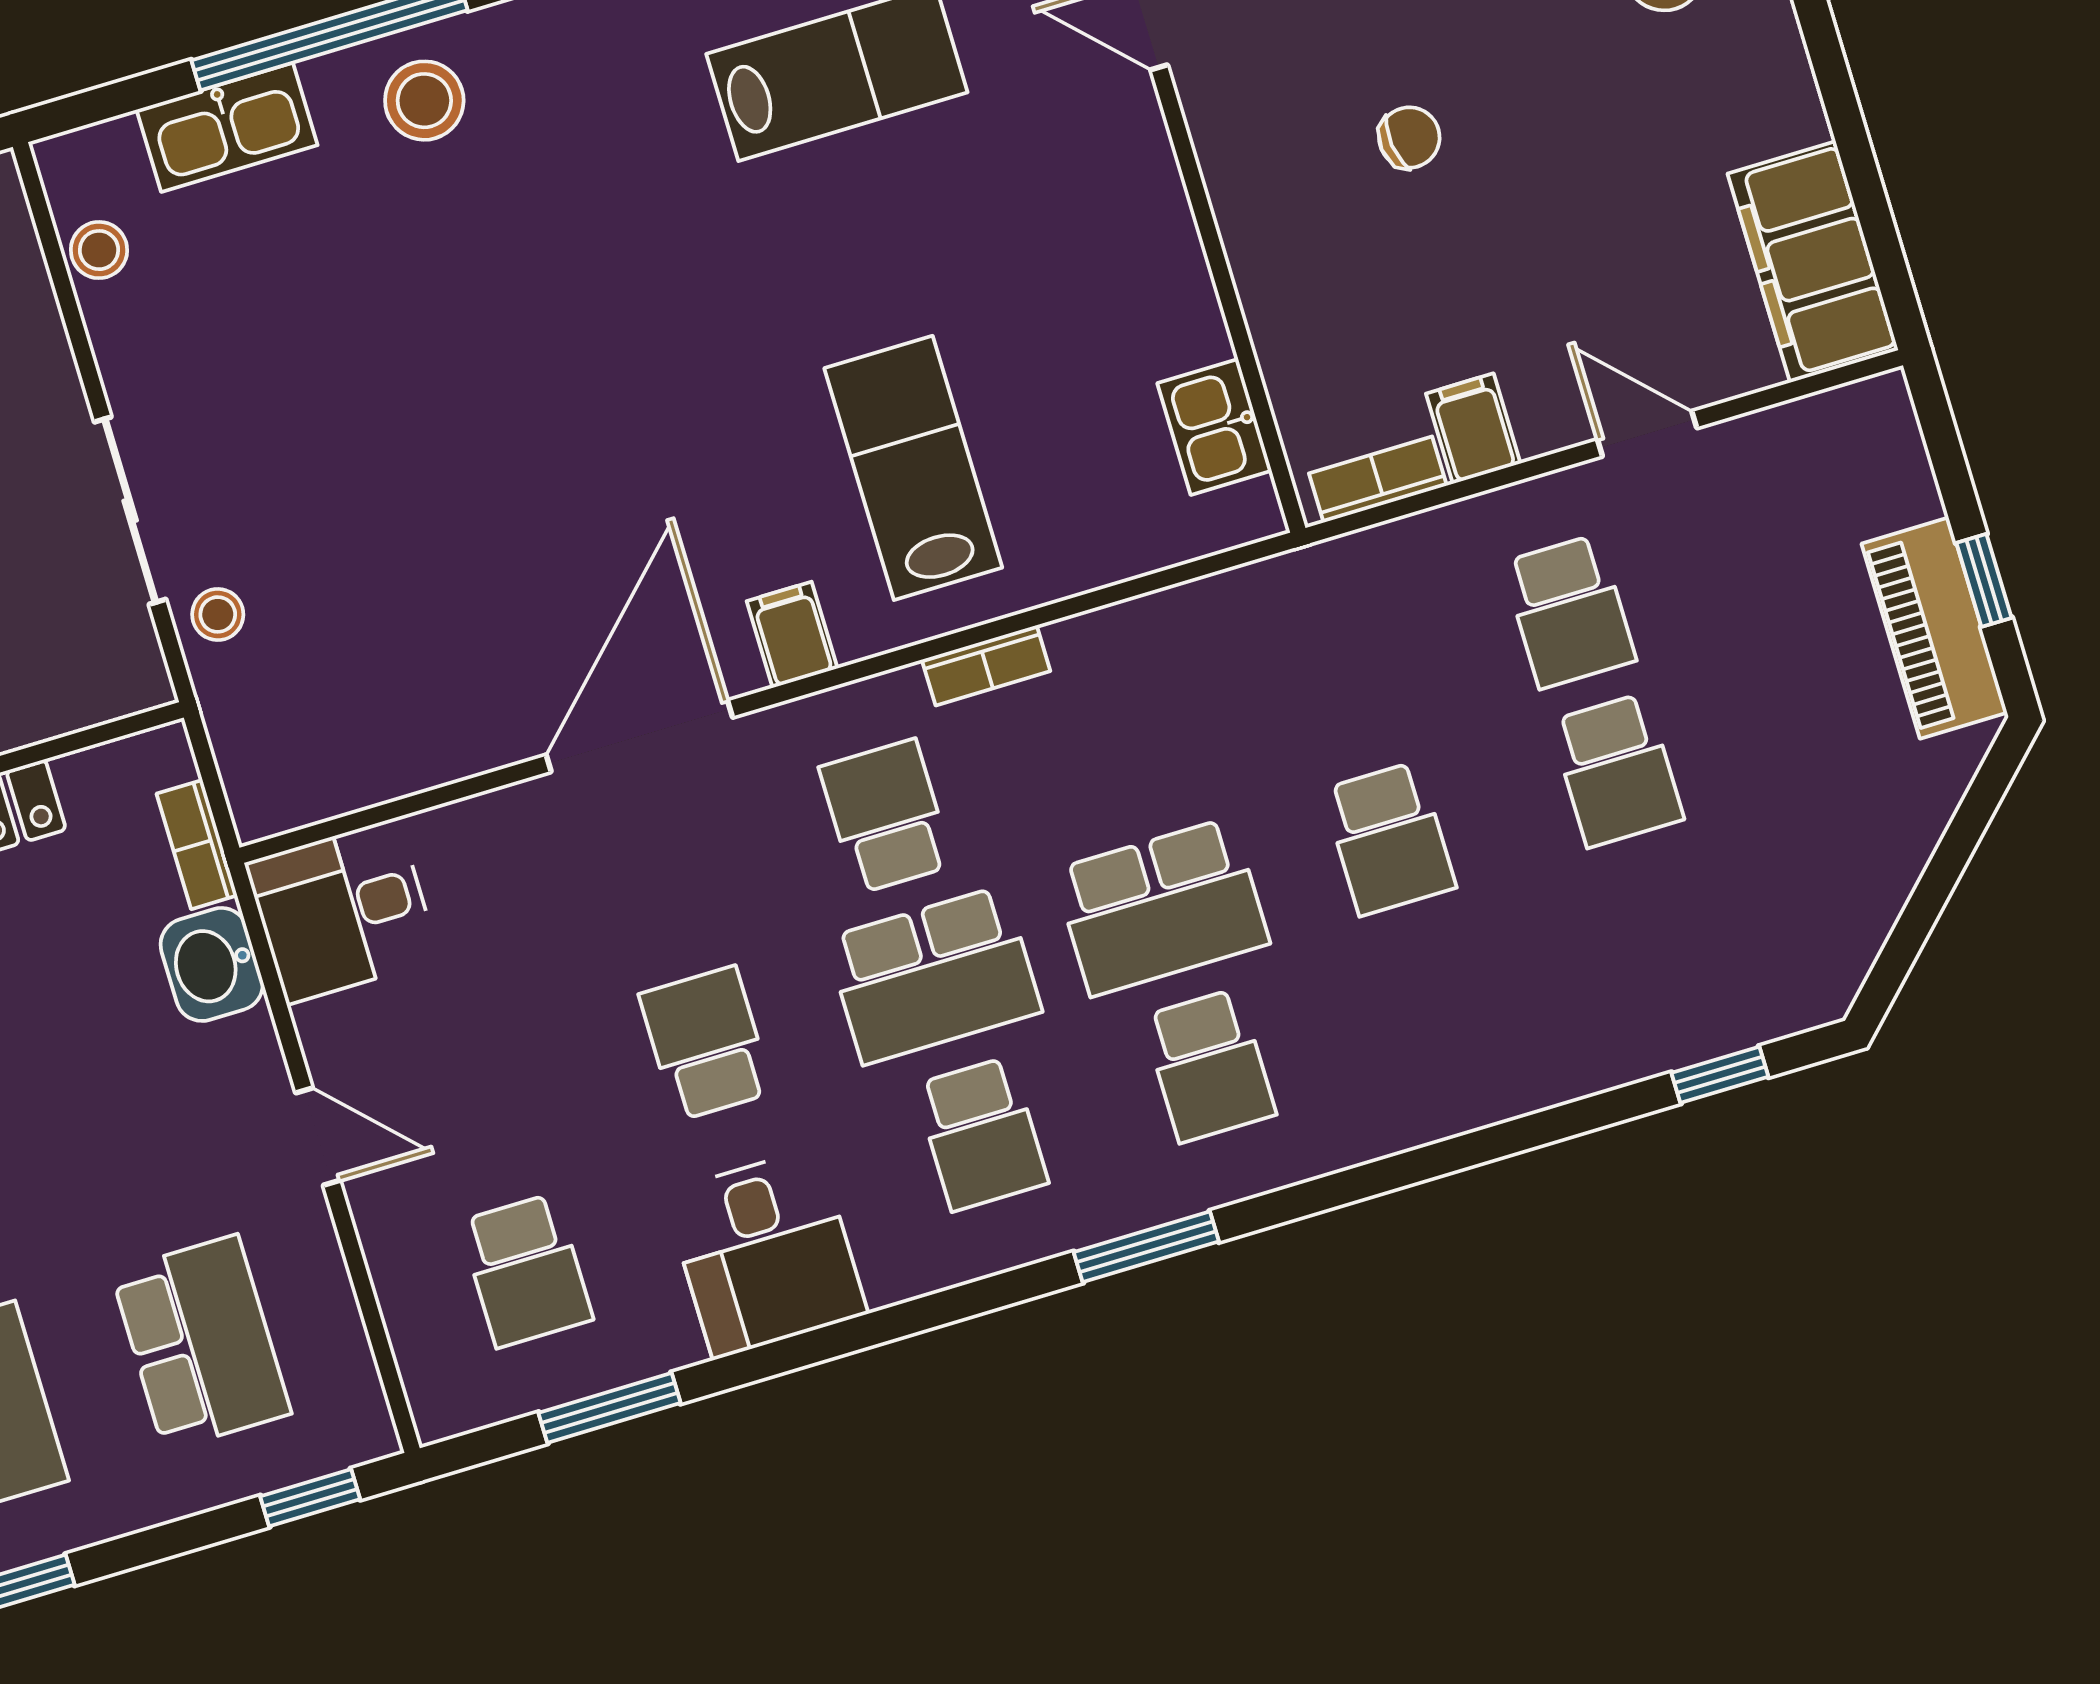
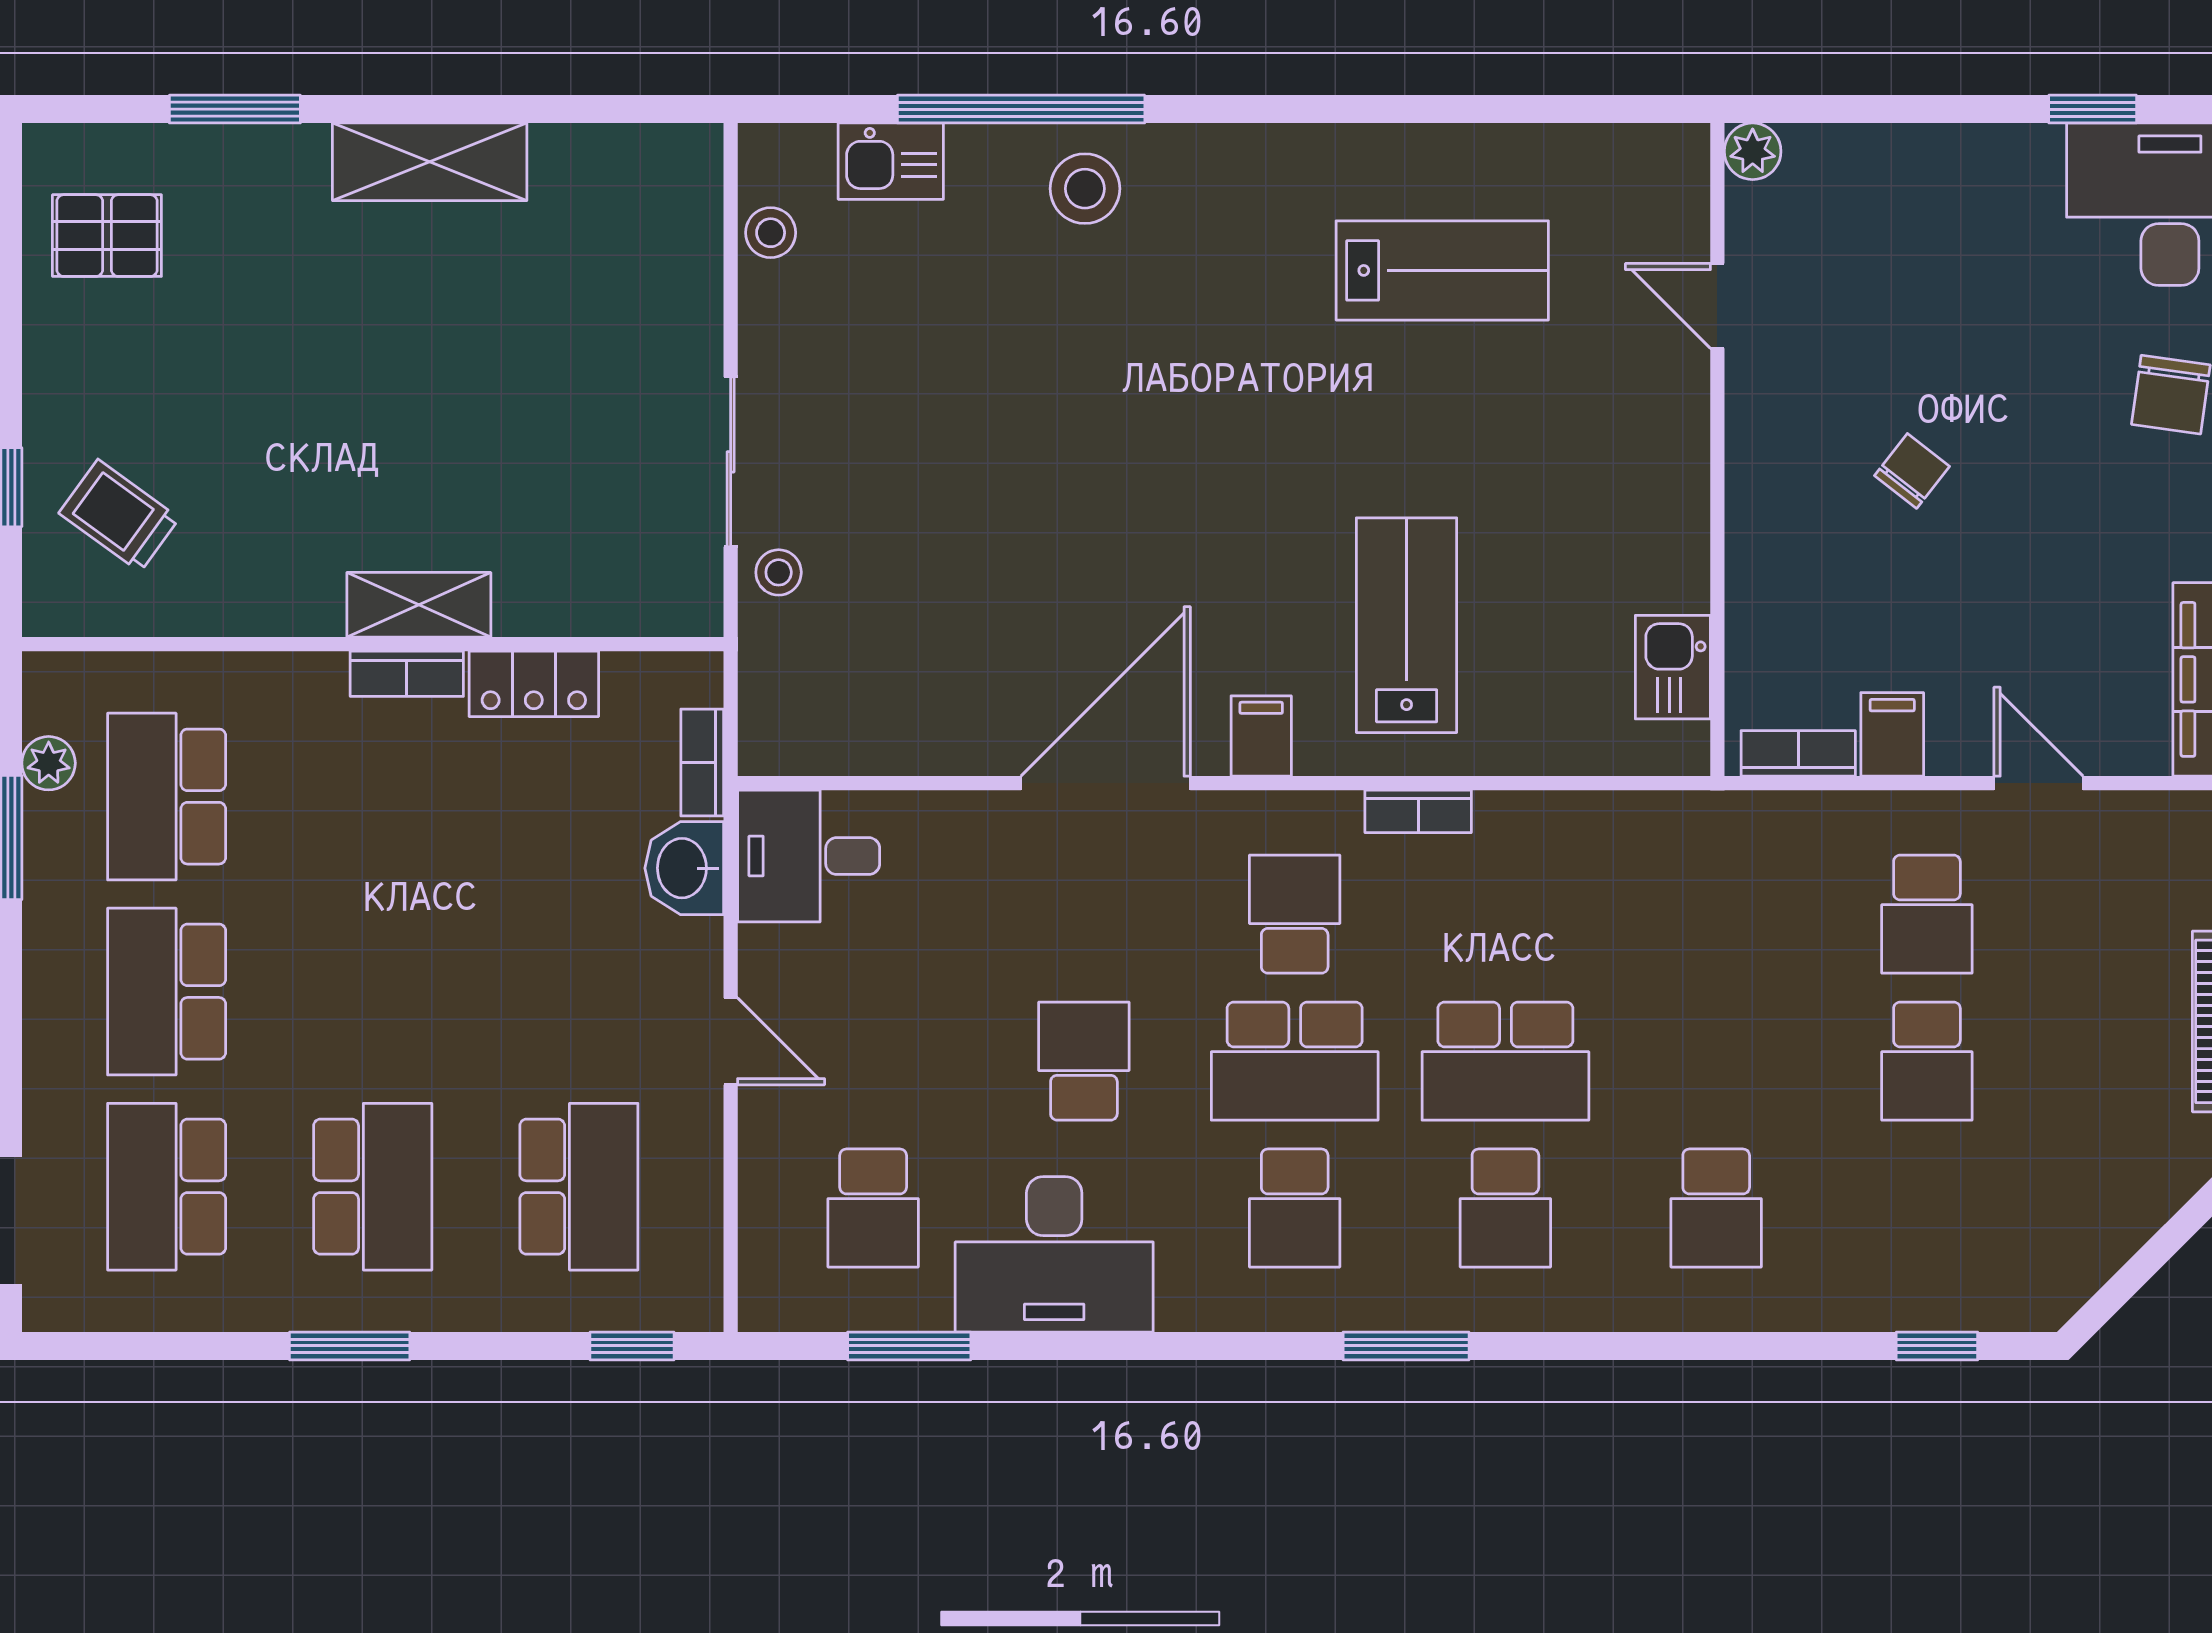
kitchen sink: (227, 127) -> (891, 161), width x0.73
chair: (1409, 138) -> (1912, 471), turned -45
school desk: (1389, 838) -> (1716, 1208), moved
desk: (766, 1253) -> (1054, 1254), width x1.37

